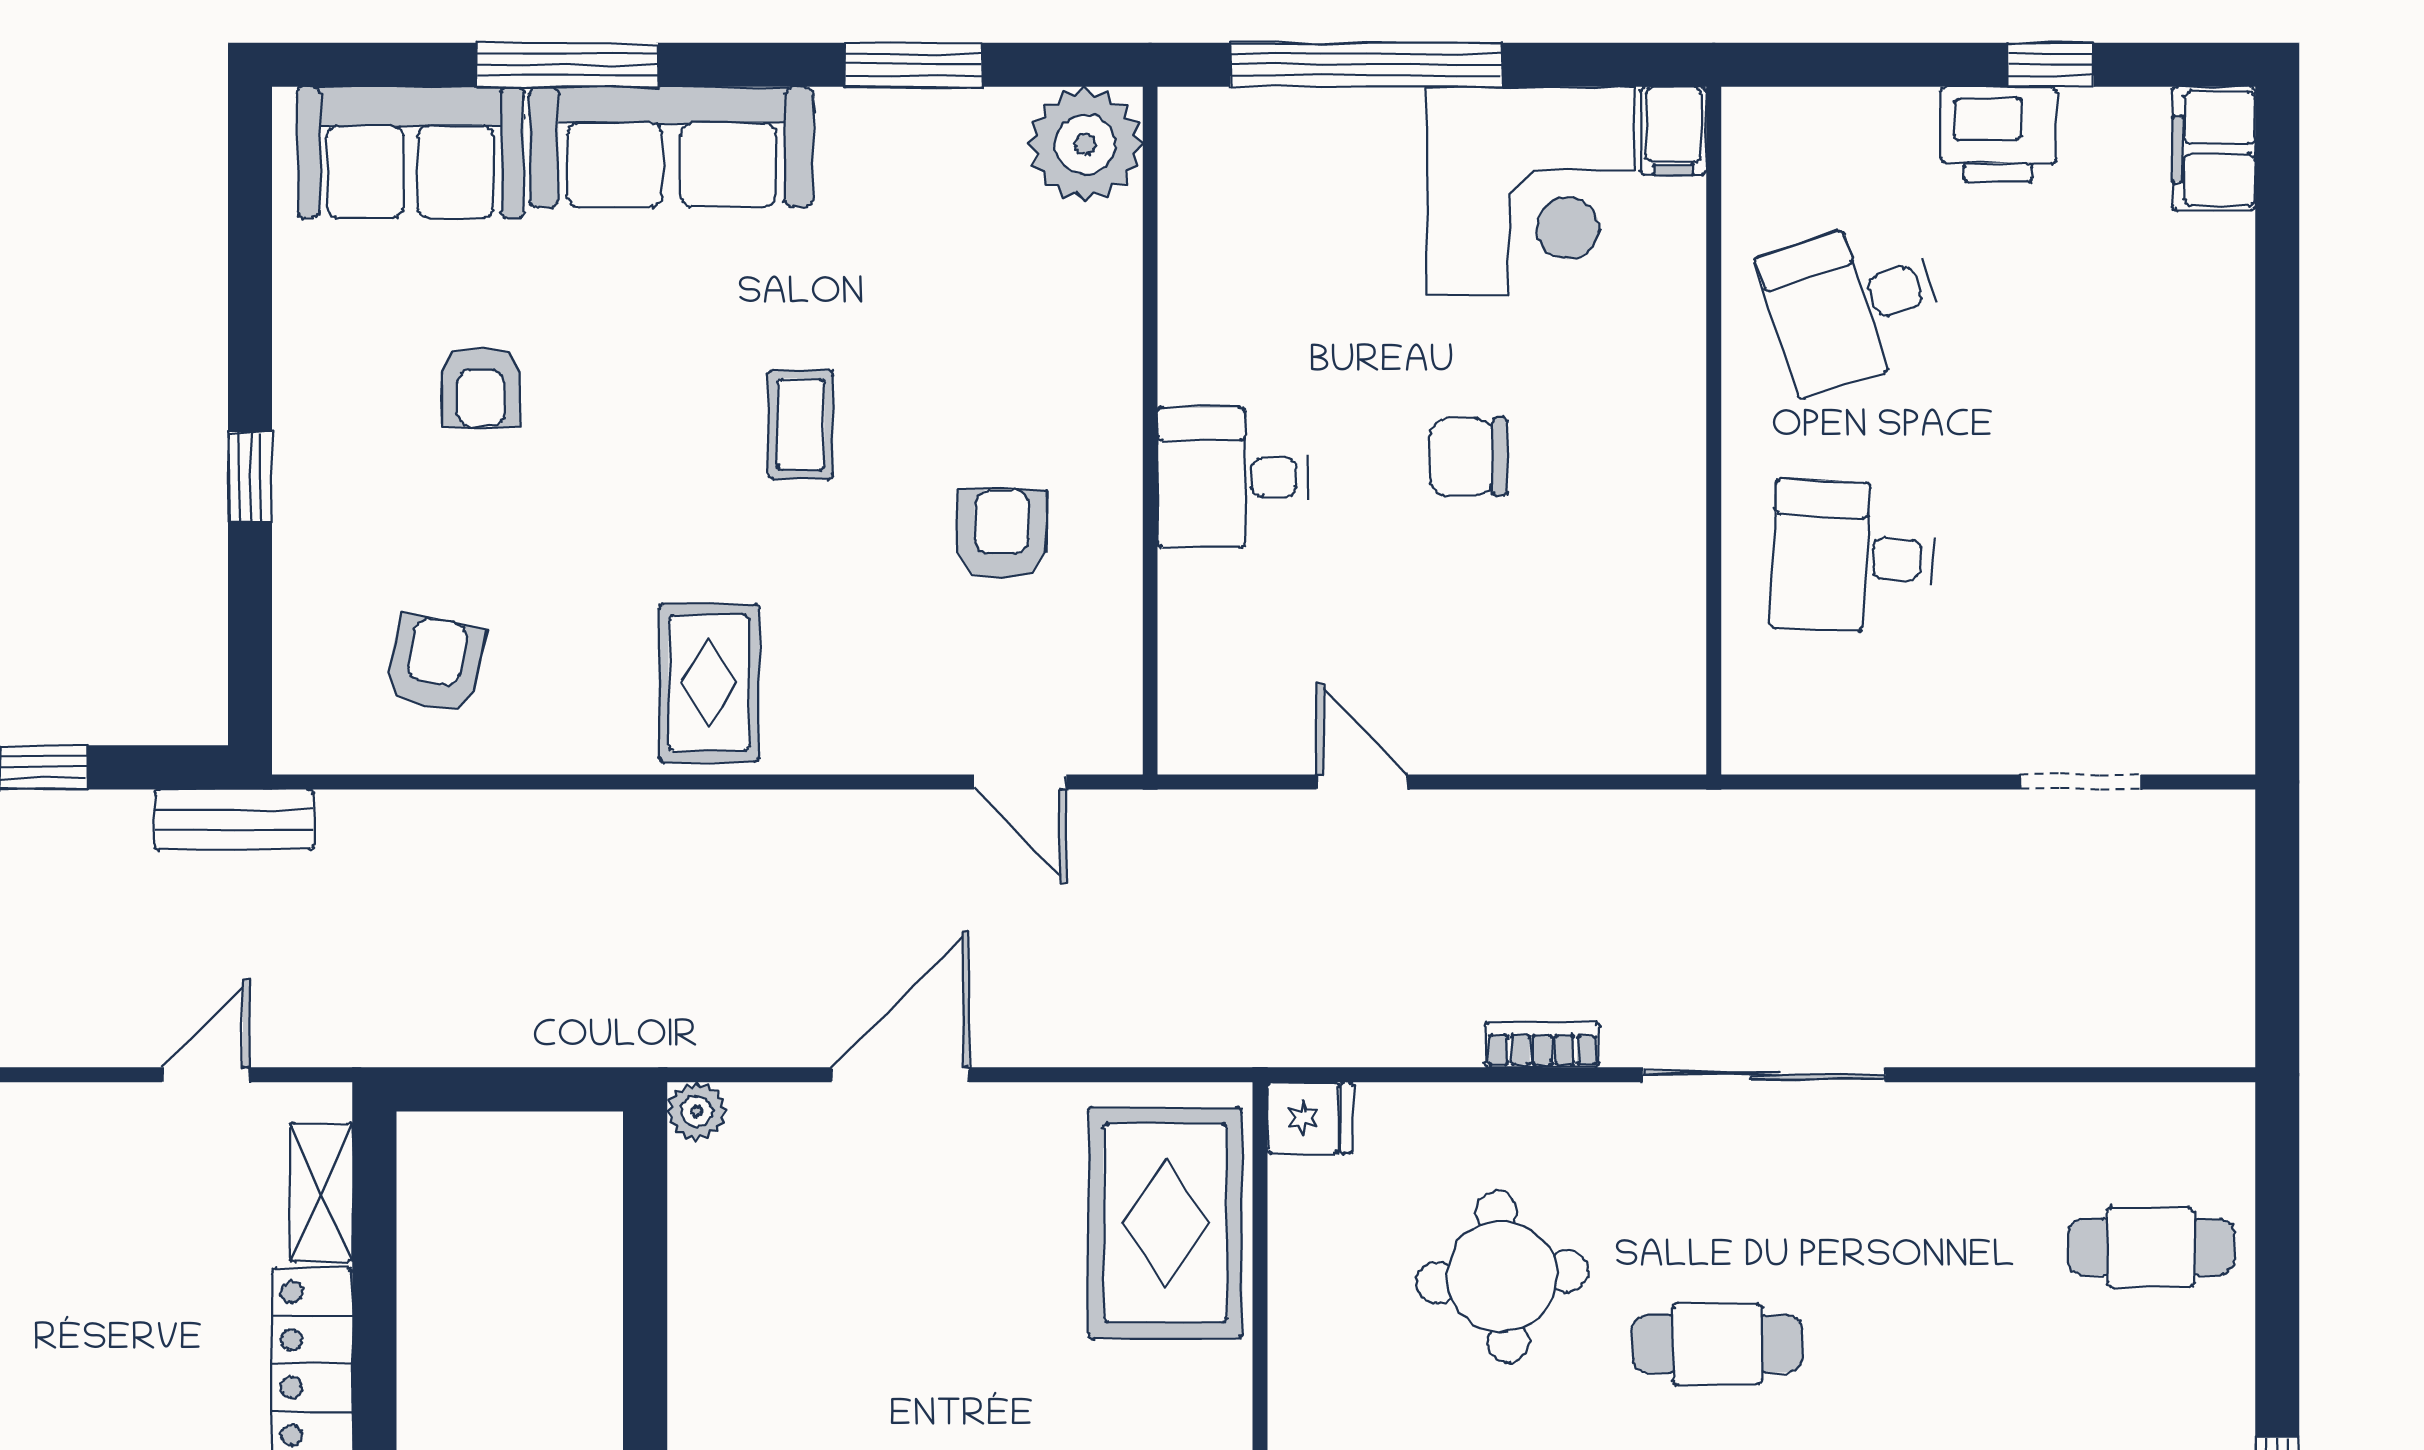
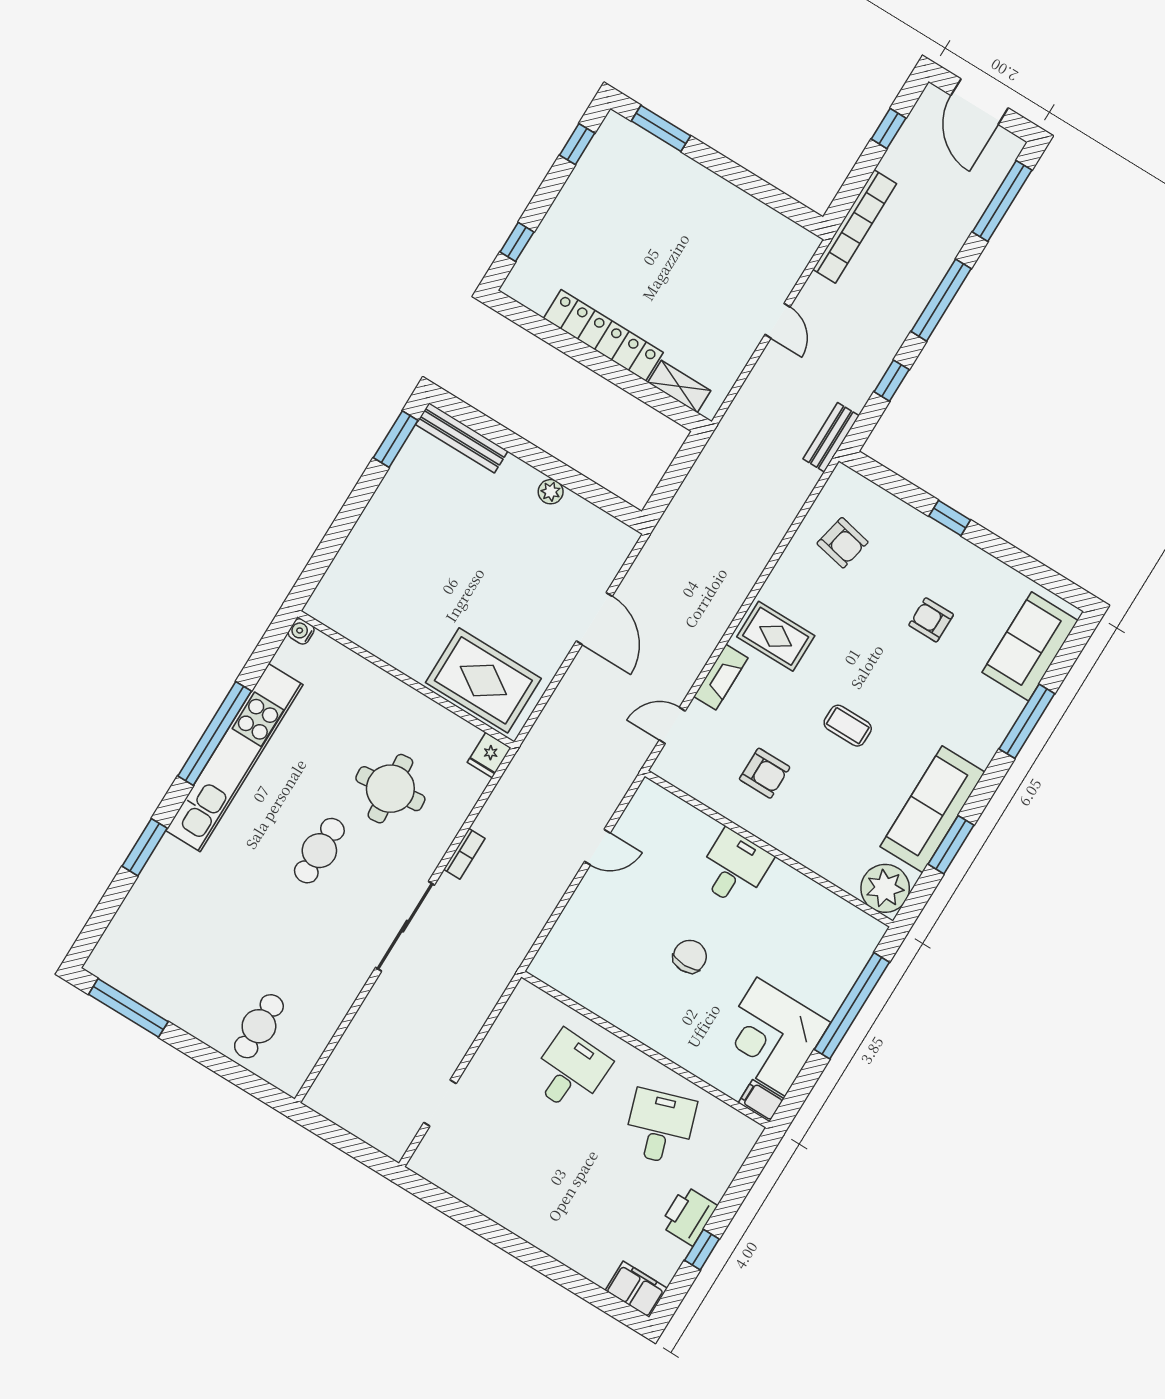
sofa: (671, 147) -> (932, 809), moved
fireplace: (861, 743) -> (721, 677), added
door: (206, 1075) -> (777, 321), moved
plant: (696, 1111) -> (551, 492), moved

